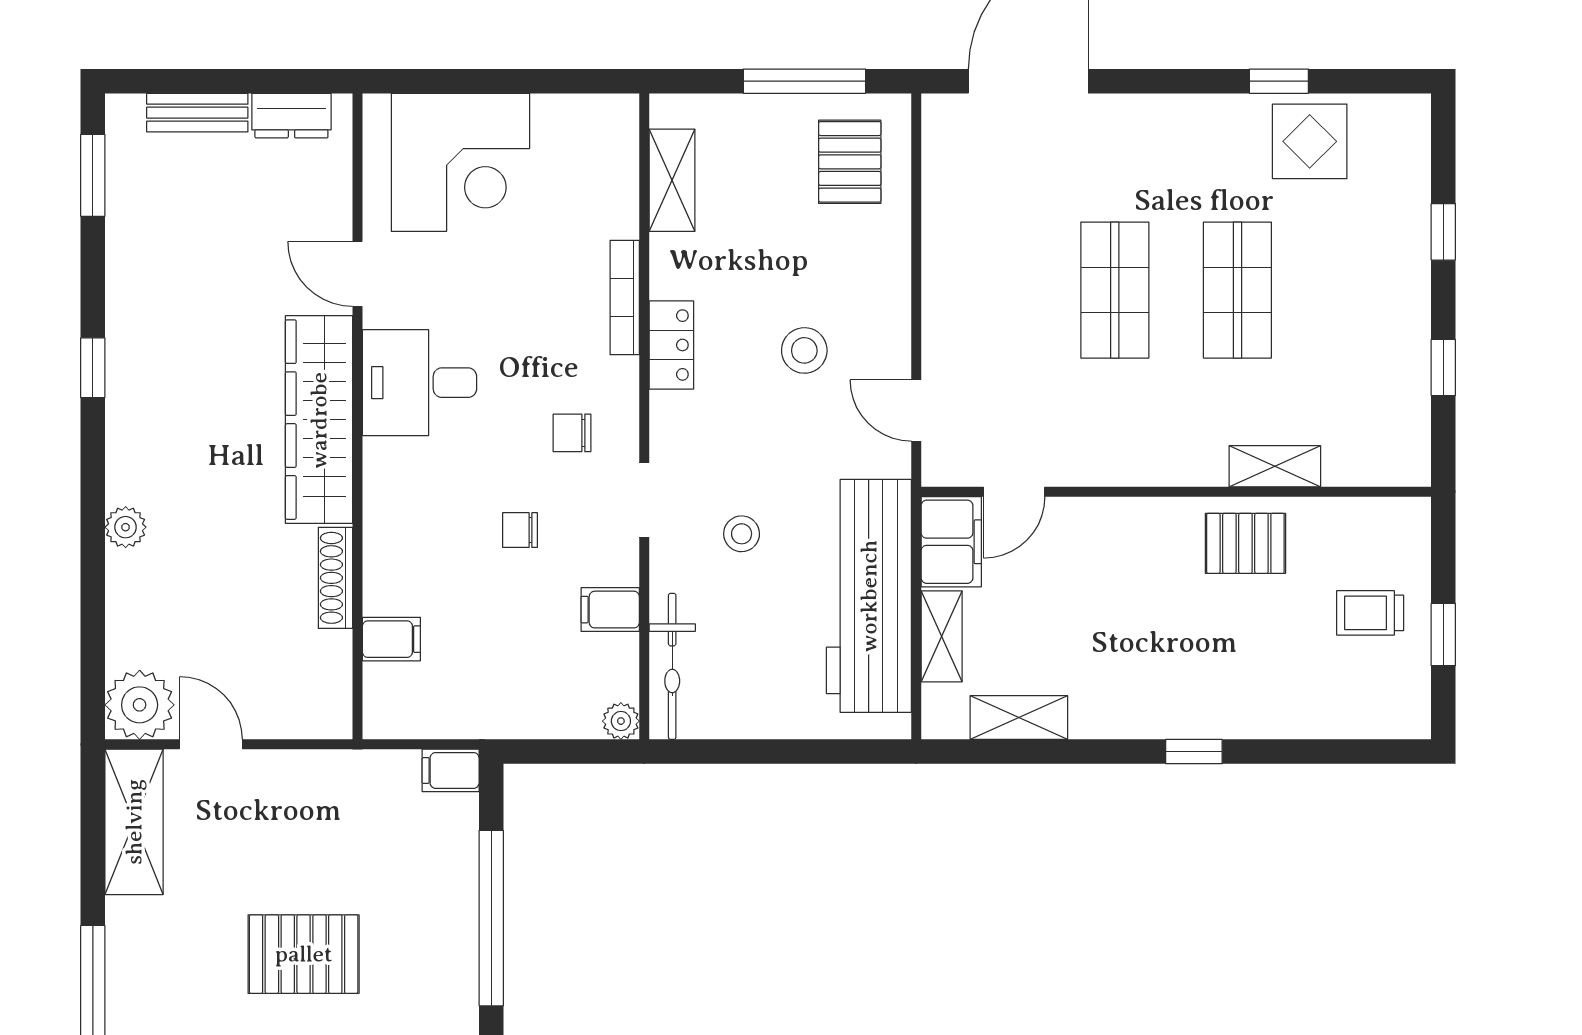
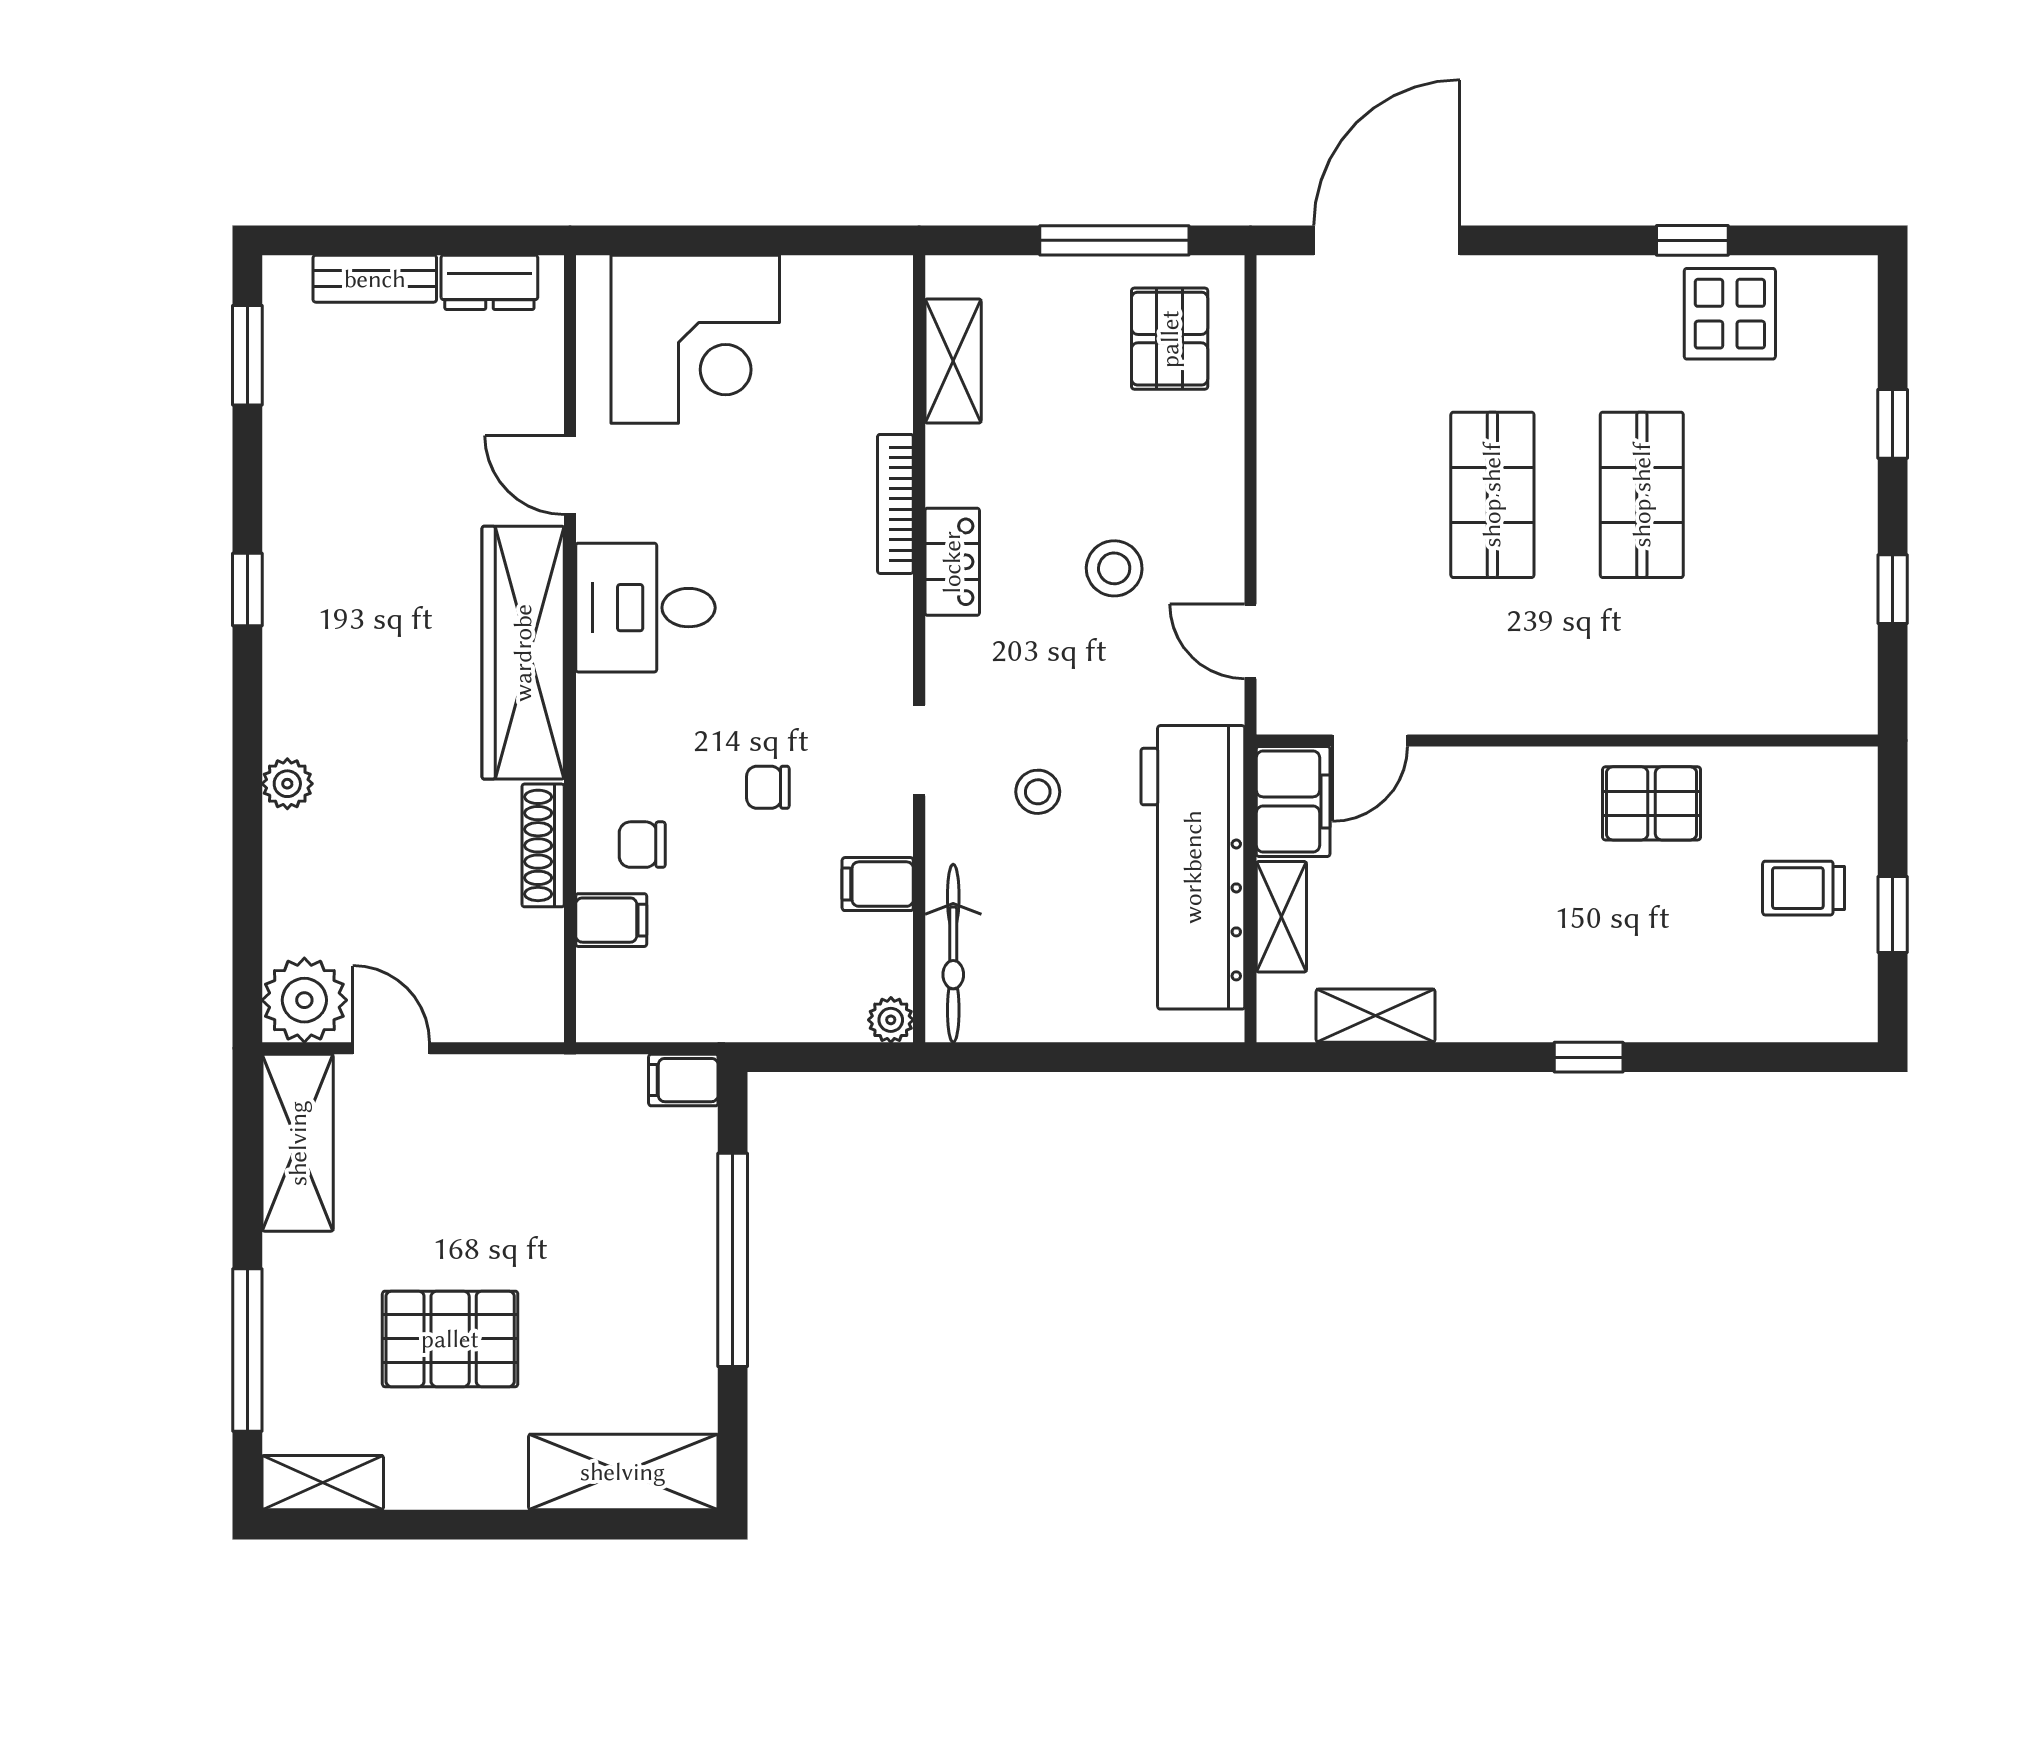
chair: (572, 433) -> (642, 845), moved
shelving: (1275, 466) -> (1687, 709), removed
pallet: (304, 954) -> (450, 1339), moved

